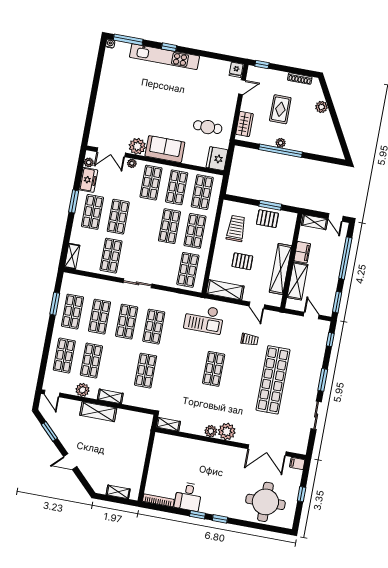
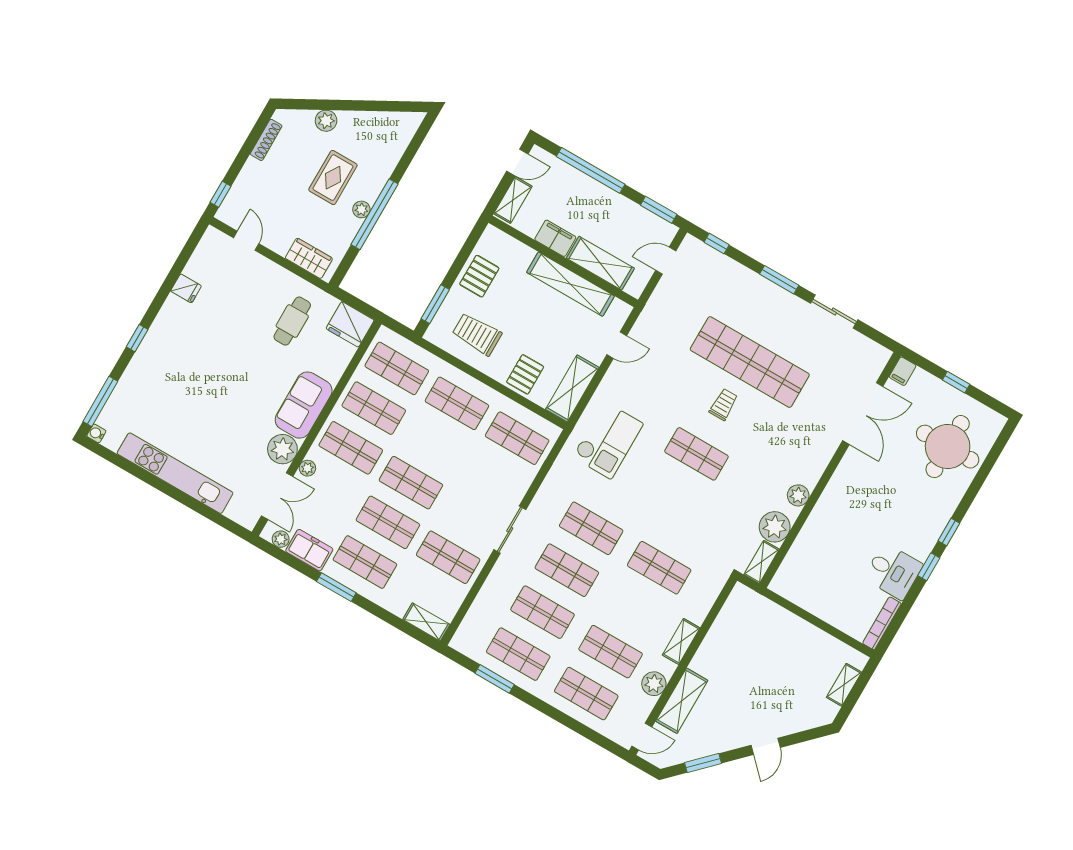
kitchen unit: (164, 57) -> (175, 473), moved, turned -90
fridge: (236, 70) -> (186, 288), moved
rug: (280, 109) -> (333, 178), moved, turned 90
window: (270, 205) -> (435, 304), moved
shop shelf: (169, 226) -> (411, 483), moved
pallet: (242, 261) -> (525, 374), moved
trolley: (250, 340) -> (724, 404), moved
shelving: (98, 412) -> (682, 701), moved
plant: (227, 432) -> (775, 527), moved

